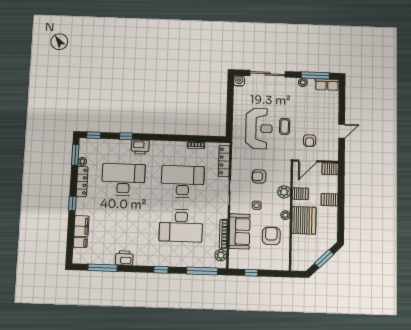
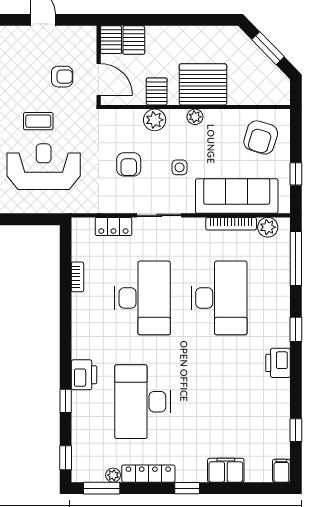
locker: (224, 161) -> (113, 226), width x0.66
desk: (183, 182) -> (142, 298), turned 180
server rack: (330, 200) -> (134, 40), moved
sofa: (240, 231) -> (237, 196), width x1.36
armchair: (271, 236) -> (261, 137), moved, turned -73
filing cabinet: (80, 243) -> (281, 471), moved
printer: (124, 258) -> (278, 363), moved
window: (103, 268) -> (296, 430), width x0.46

